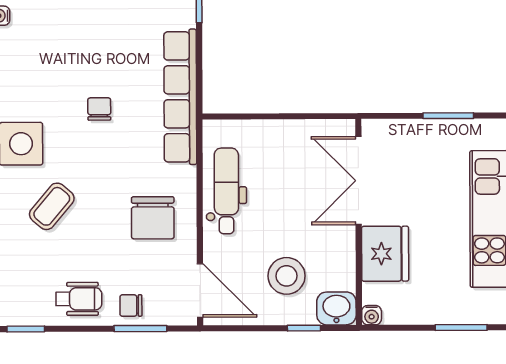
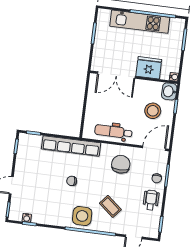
chair: (153, 218) -> (121, 164), turned -90

